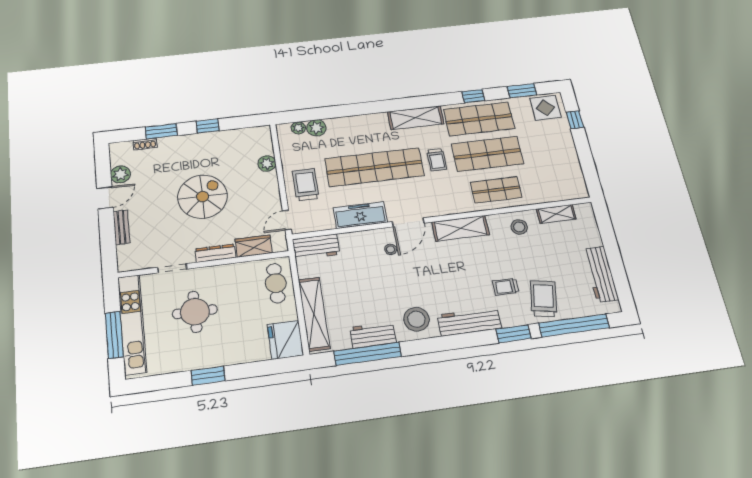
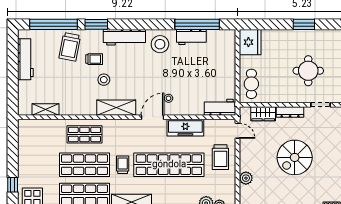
door: (287, 220) -> (238, 131), hinge flipped
stool: (519, 227) -> (104, 80), moved
shelving: (314, 314) -> (229, 58), removed

